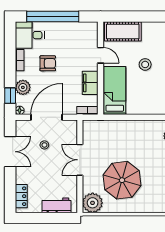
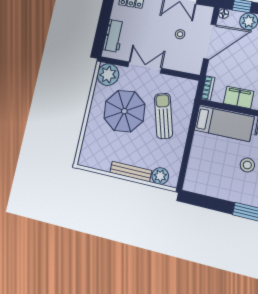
door: (46, 117) -> (210, 42), hinge flipped
sun lounger: (119, 144) -> (163, 116), added
double door: (80, 160) -> (145, 67), moved

